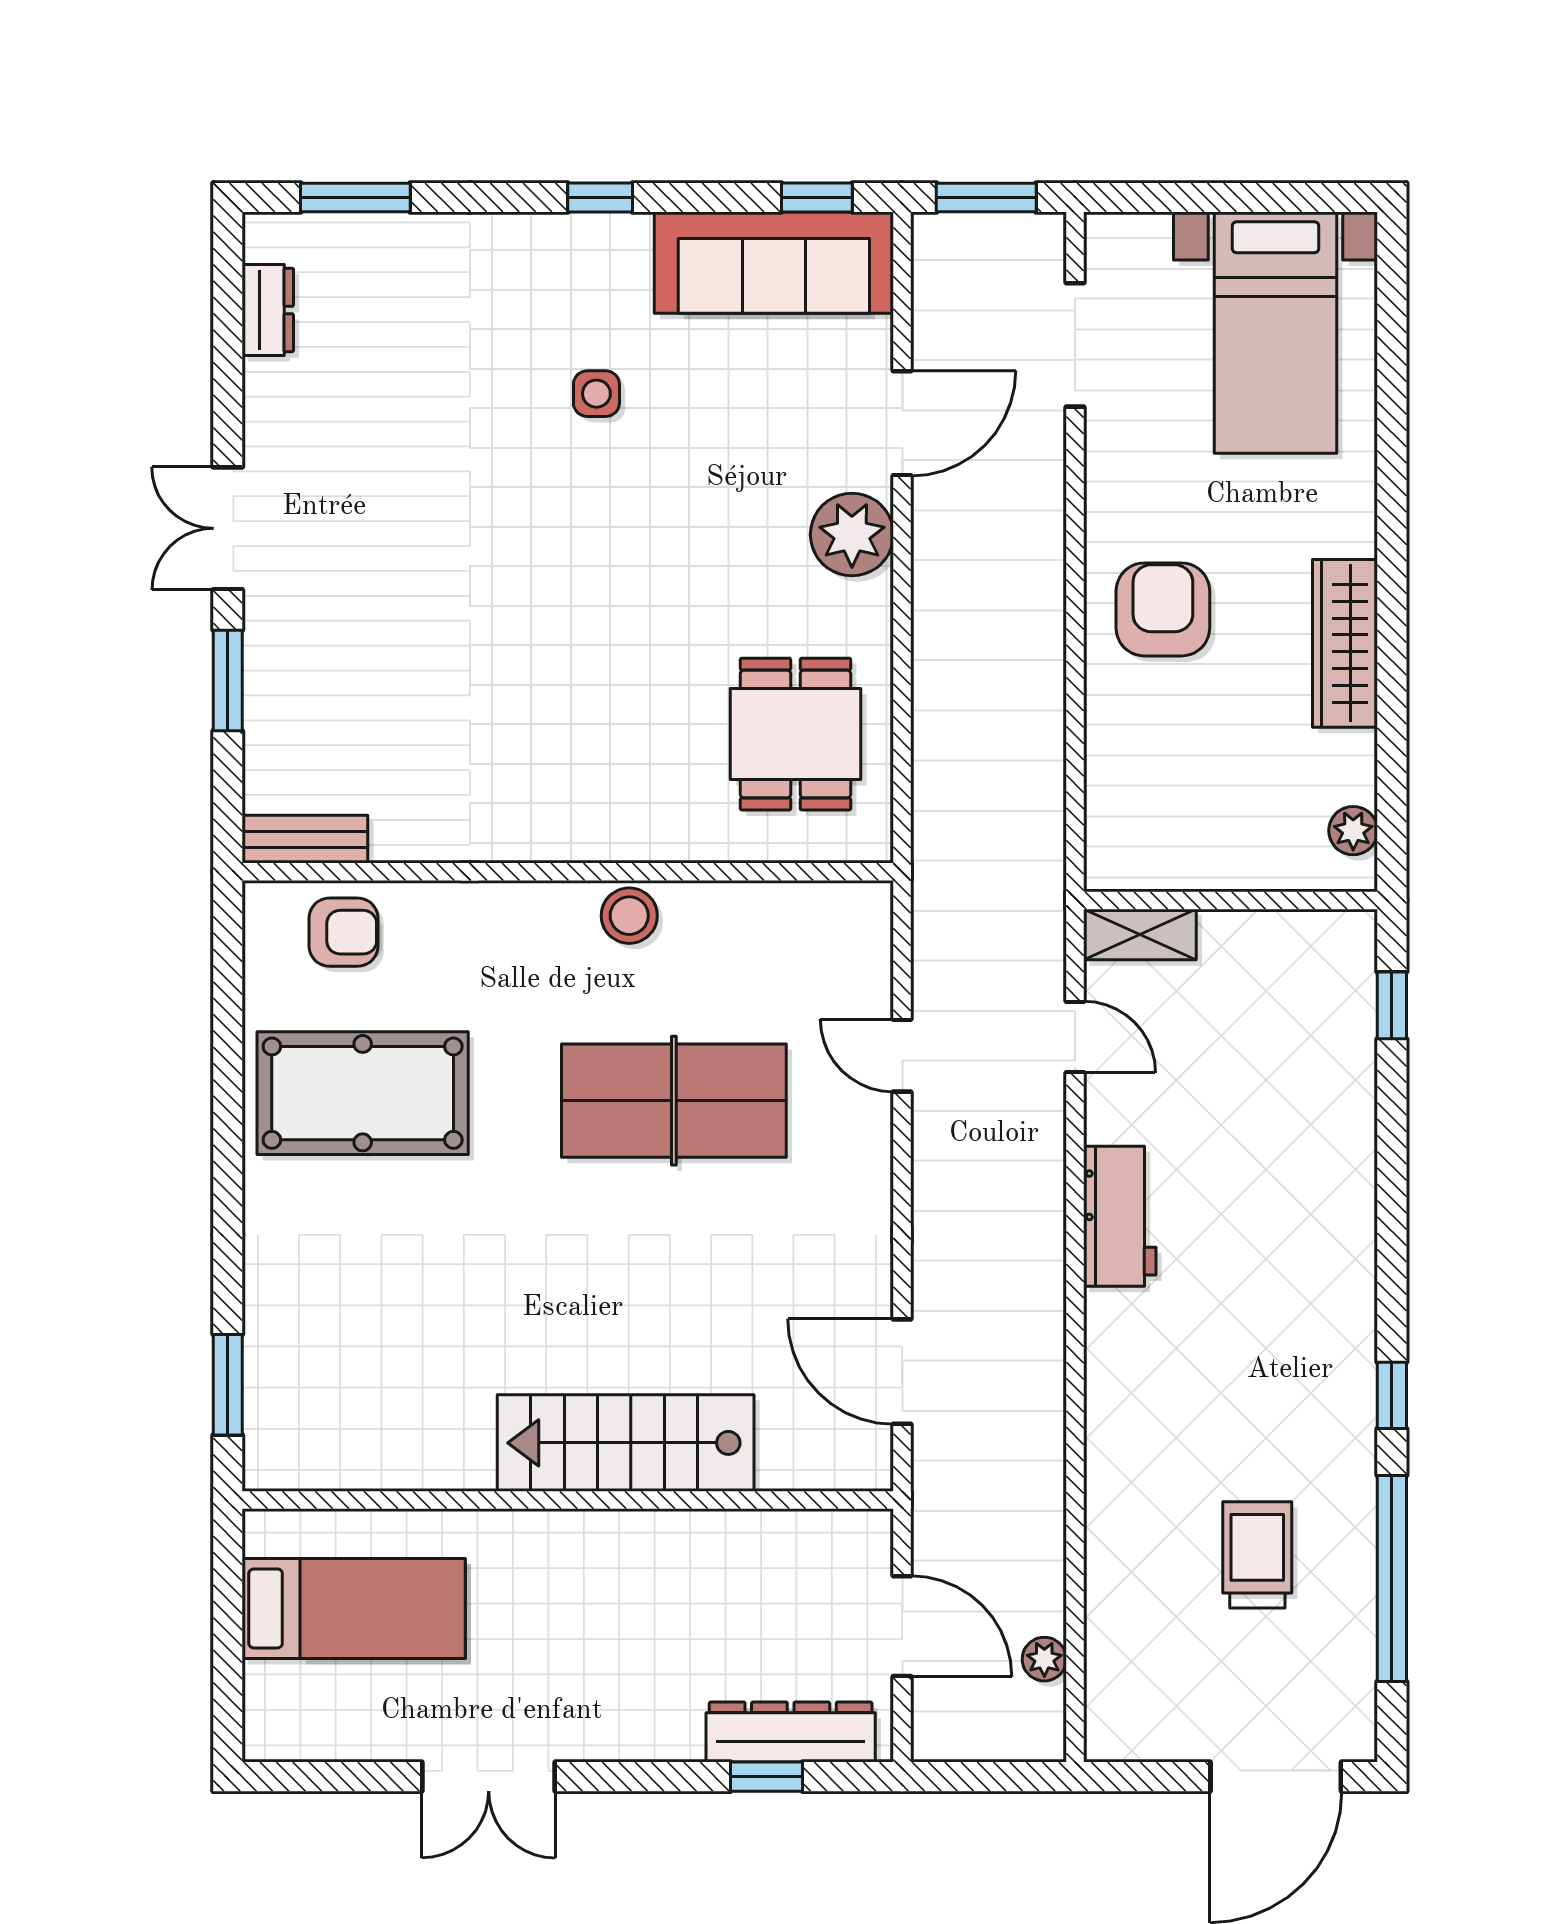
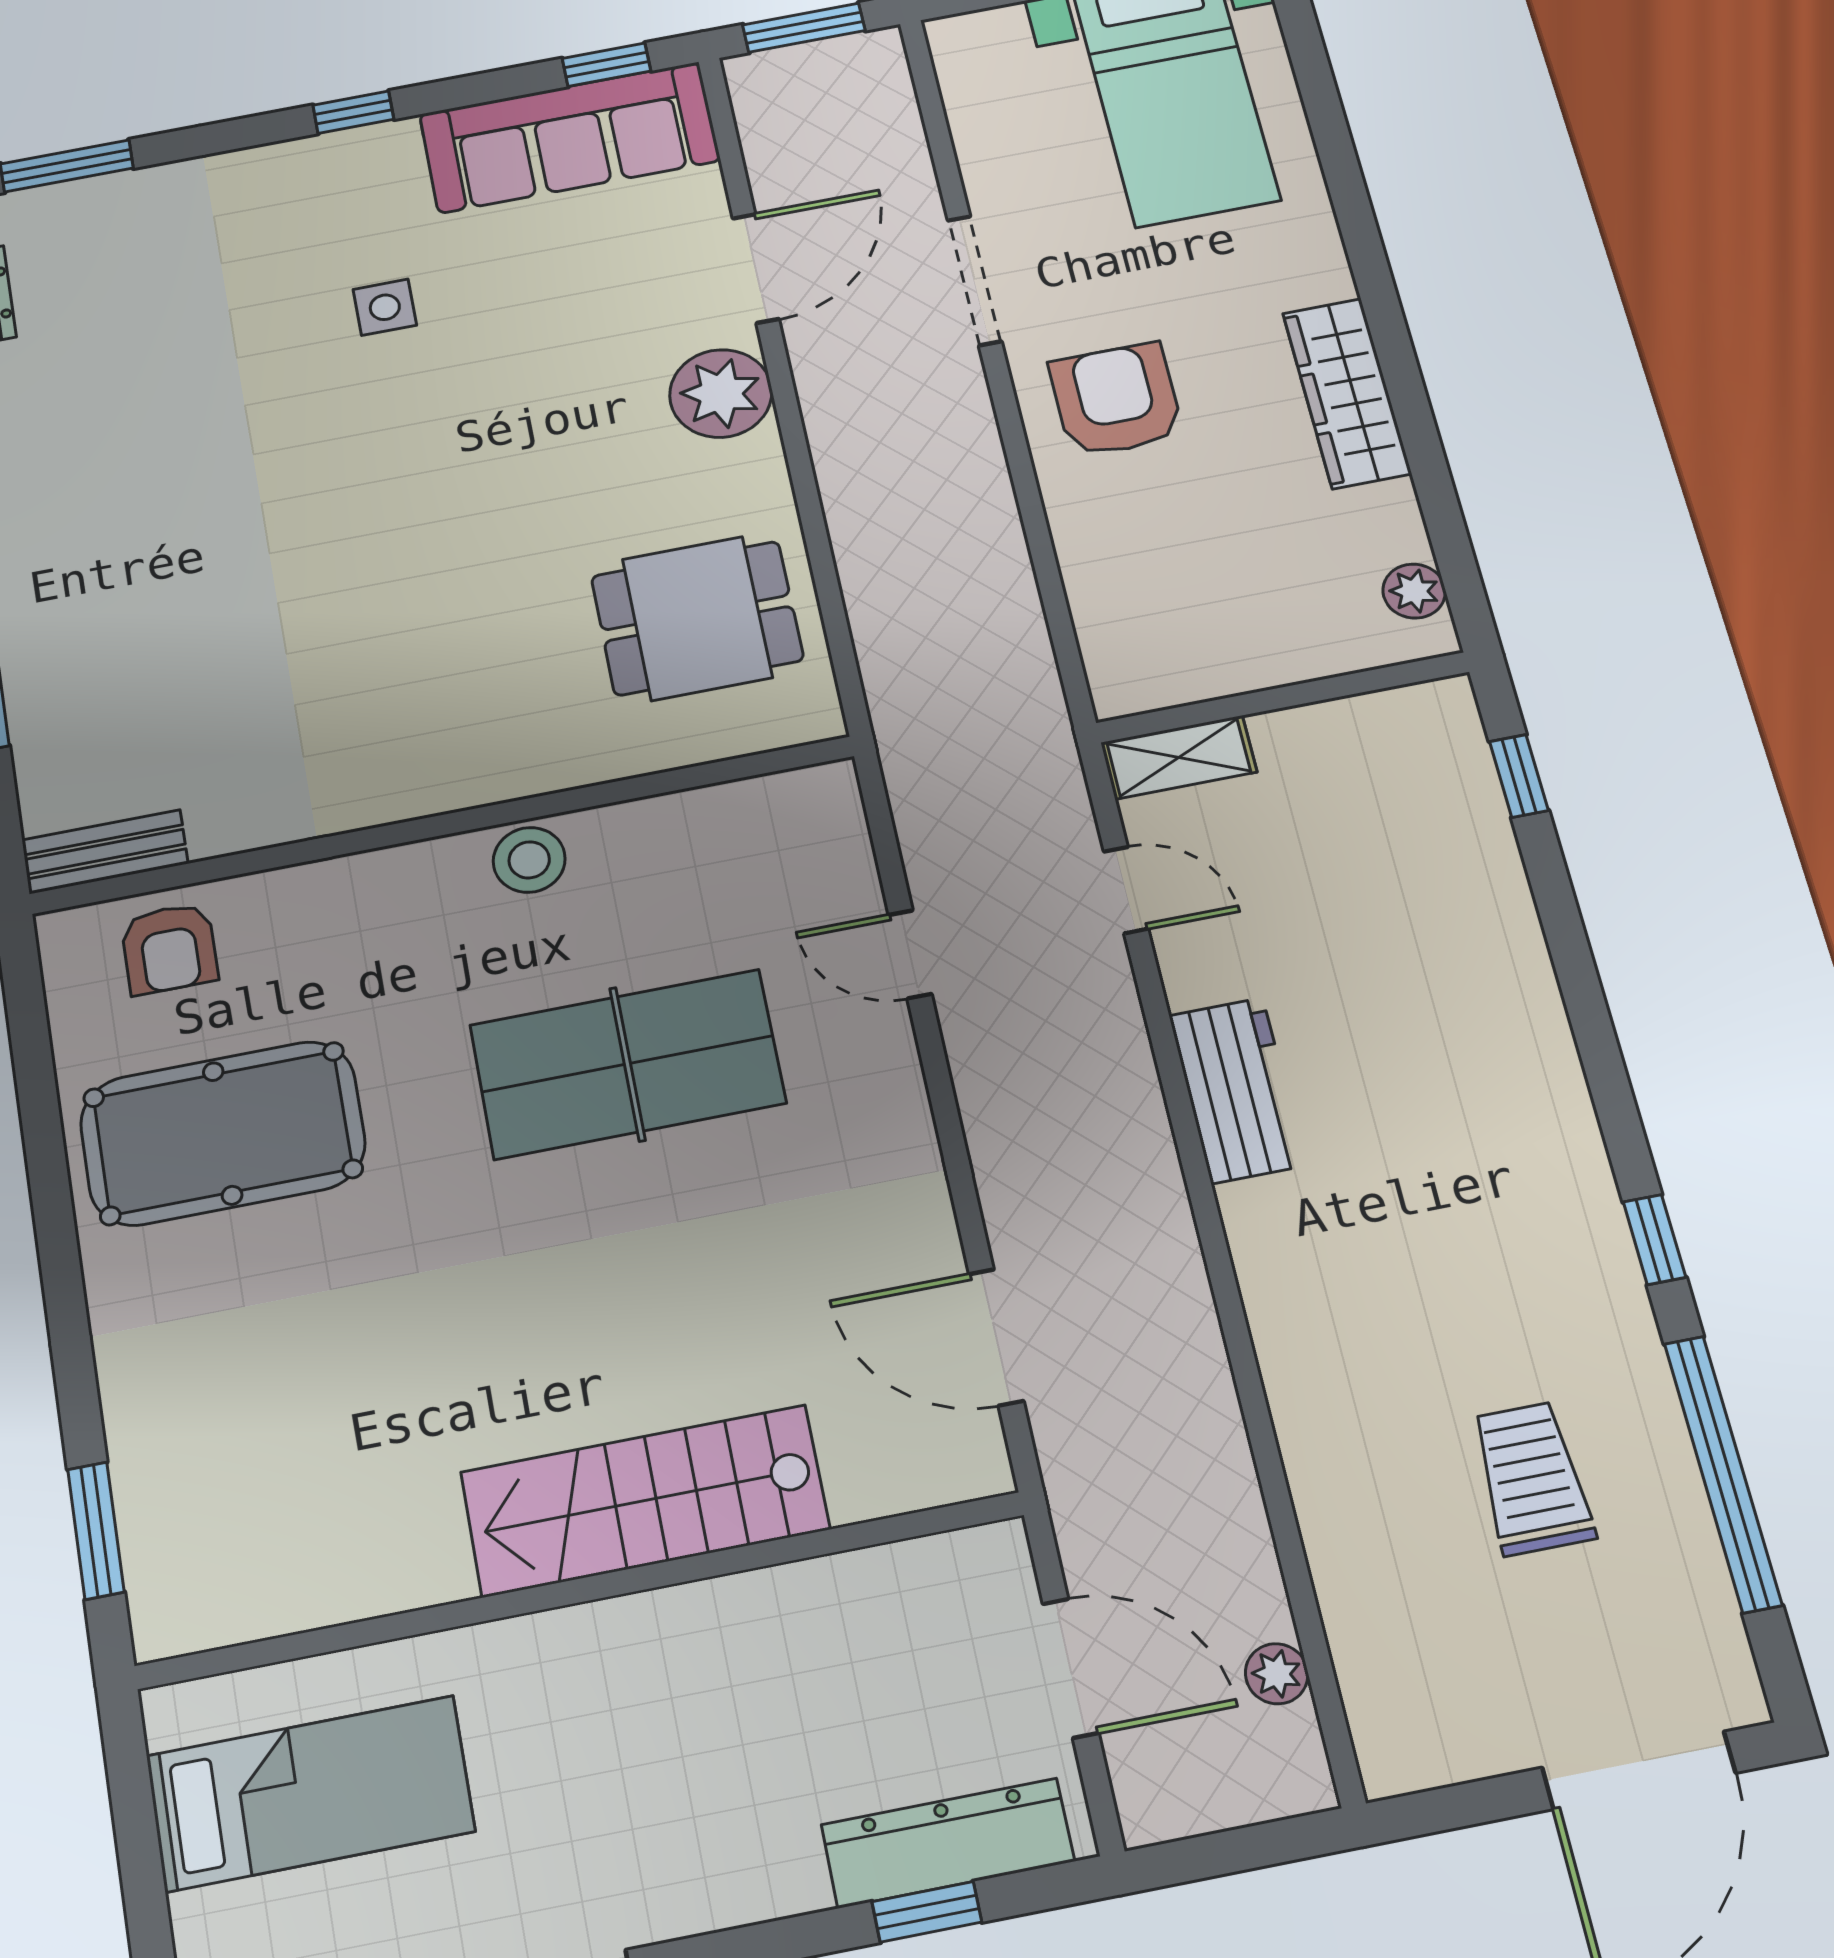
doorway: (1075, 345) -> (975, 281), moved
dining table: (795, 734) -> (697, 618), turned 90
armchair: (343, 932) -> (169, 949), turned 90

